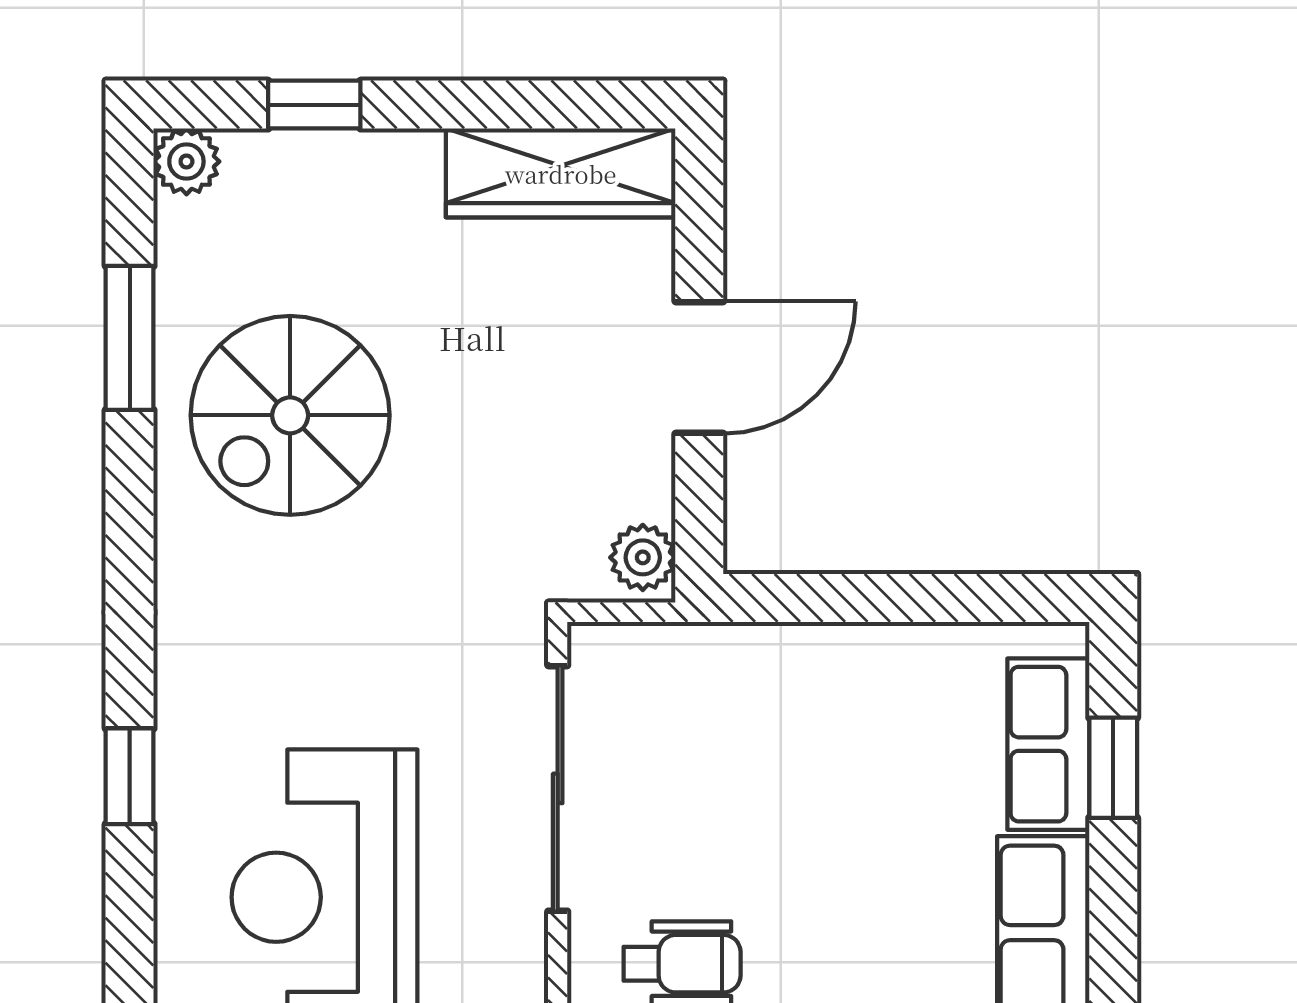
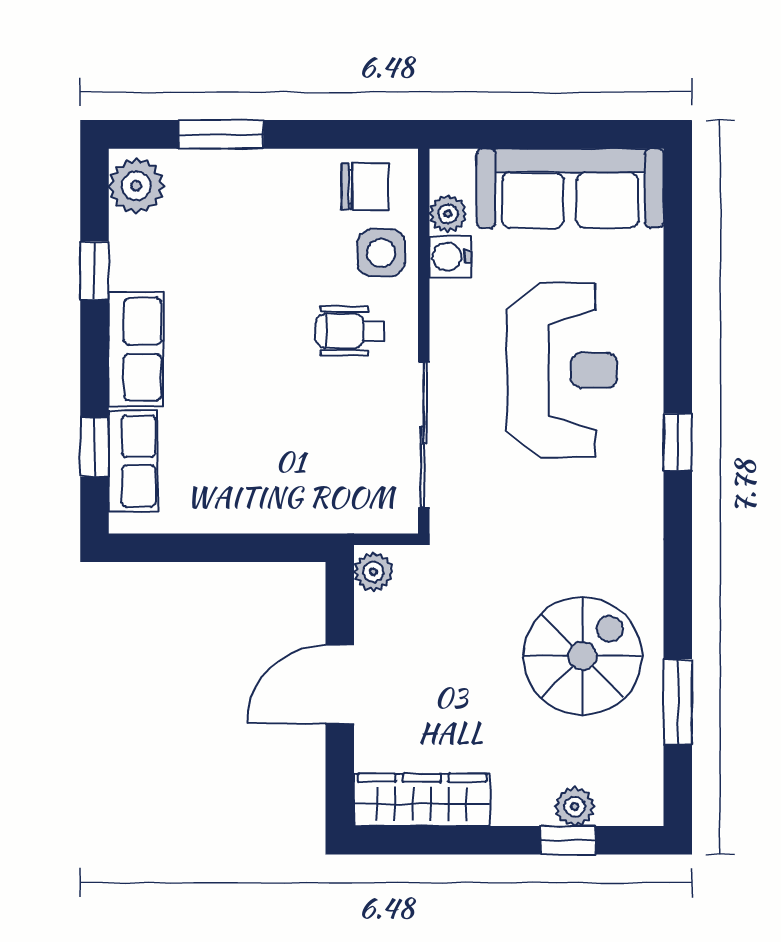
plant: (186, 161) -> (575, 807), moved

